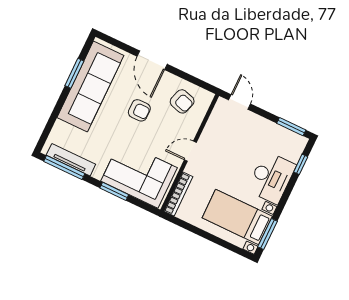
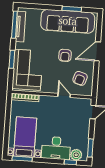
door: (190, 151) -> (64, 95), moved
plant: (293, 152) -> (76, 155), added

